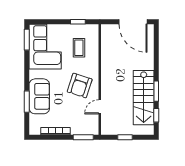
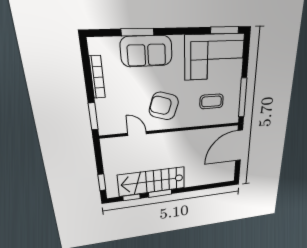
window: (78, 22) -> (243, 98), width x2.17
door: (133, 22) -> (239, 146), moved
window: (125, 137) -> (102, 182), moved

